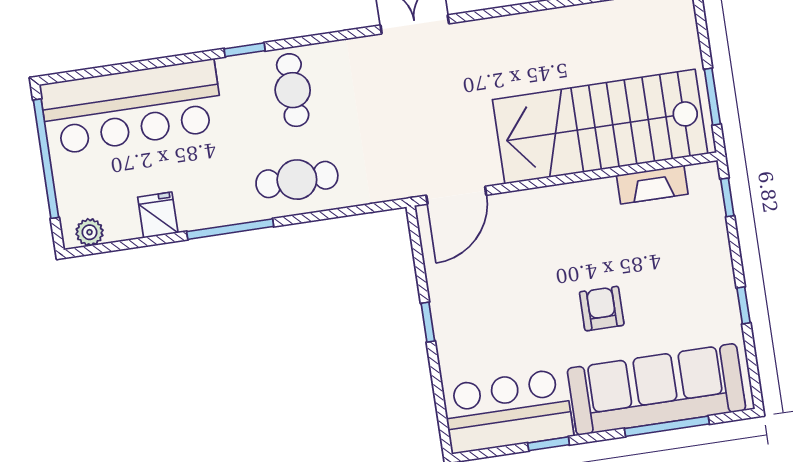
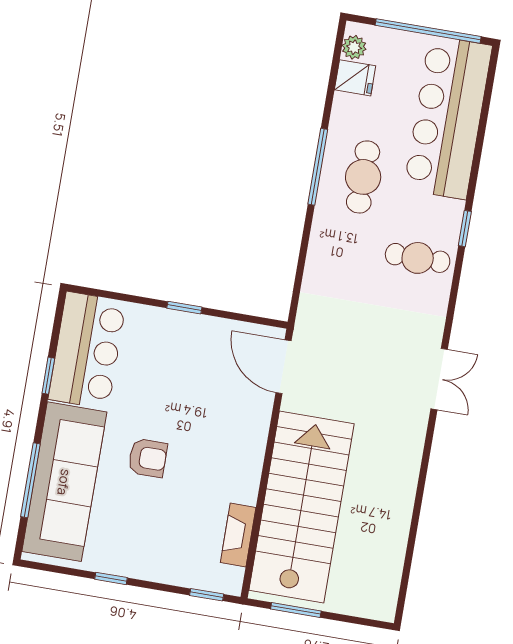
cafe table: (297, 180) -> (363, 177), moved
fridge: (158, 215) -> (355, 78), moved

